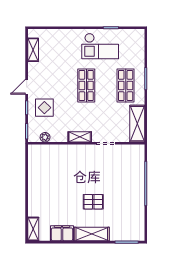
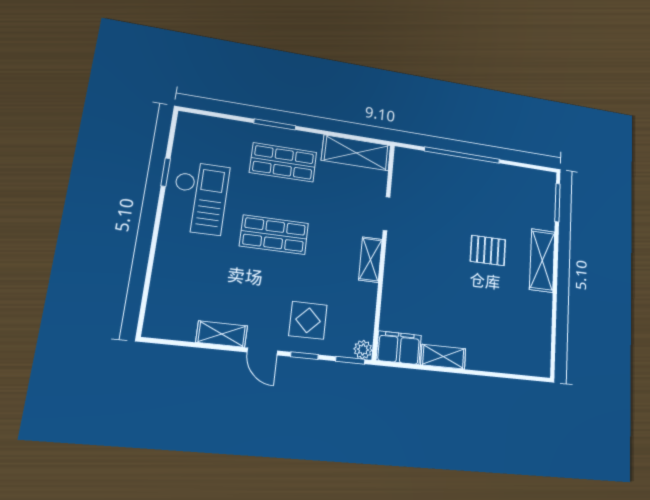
shelving: (33, 50) -> (222, 334), moved
plant: (45, 137) -> (363, 350), moved
pallet: (93, 202) -> (488, 250), turned 90
shelving: (33, 229) -> (443, 357), moved
filing cabinet: (62, 233) -> (399, 348), moved, turned 90

